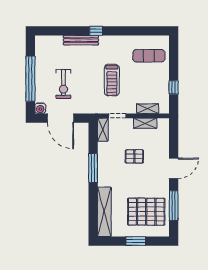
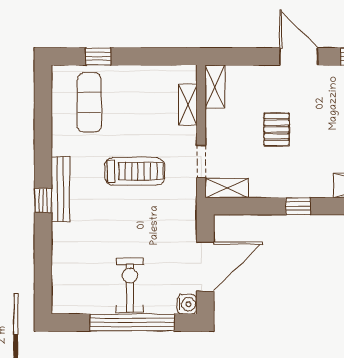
bench: (81, 40) -> (60, 189), moved
exercise bike: (63, 84) -> (130, 285), moved, turned -90
window: (174, 87) -> (98, 56), moved
shelving: (145, 123) -> (215, 86), moved
window: (93, 168) -> (298, 206), width x0.46

